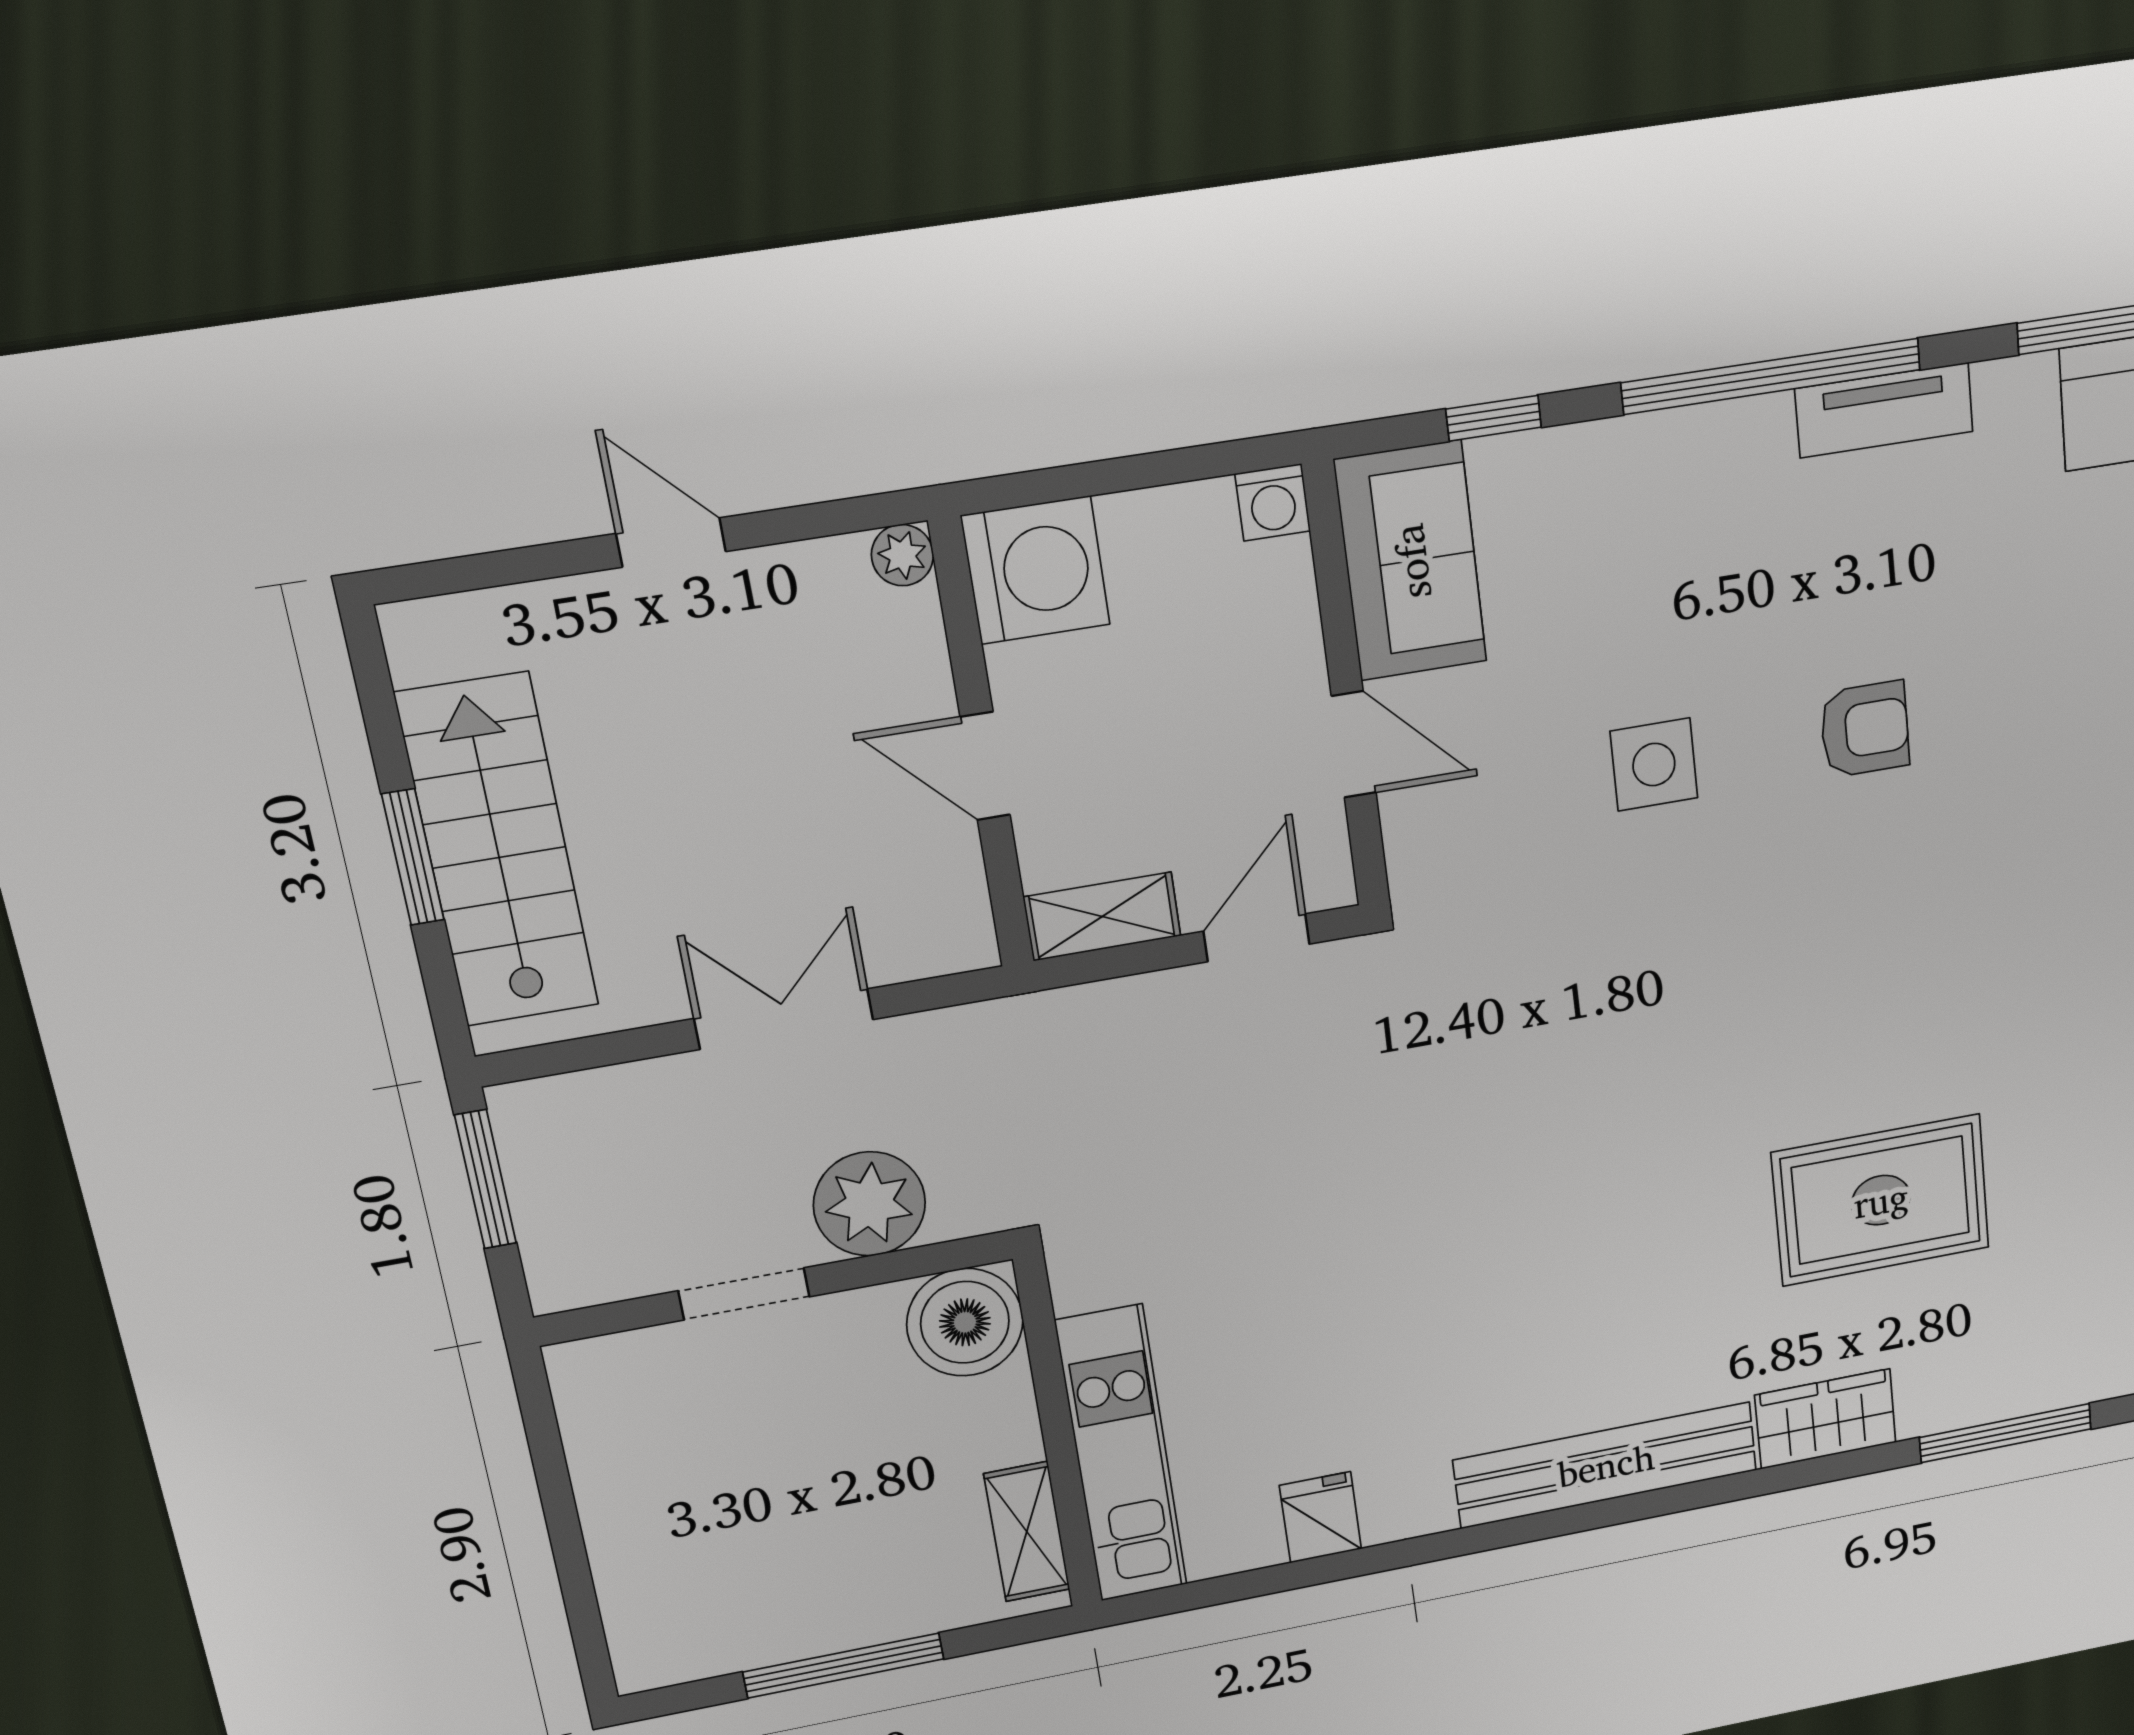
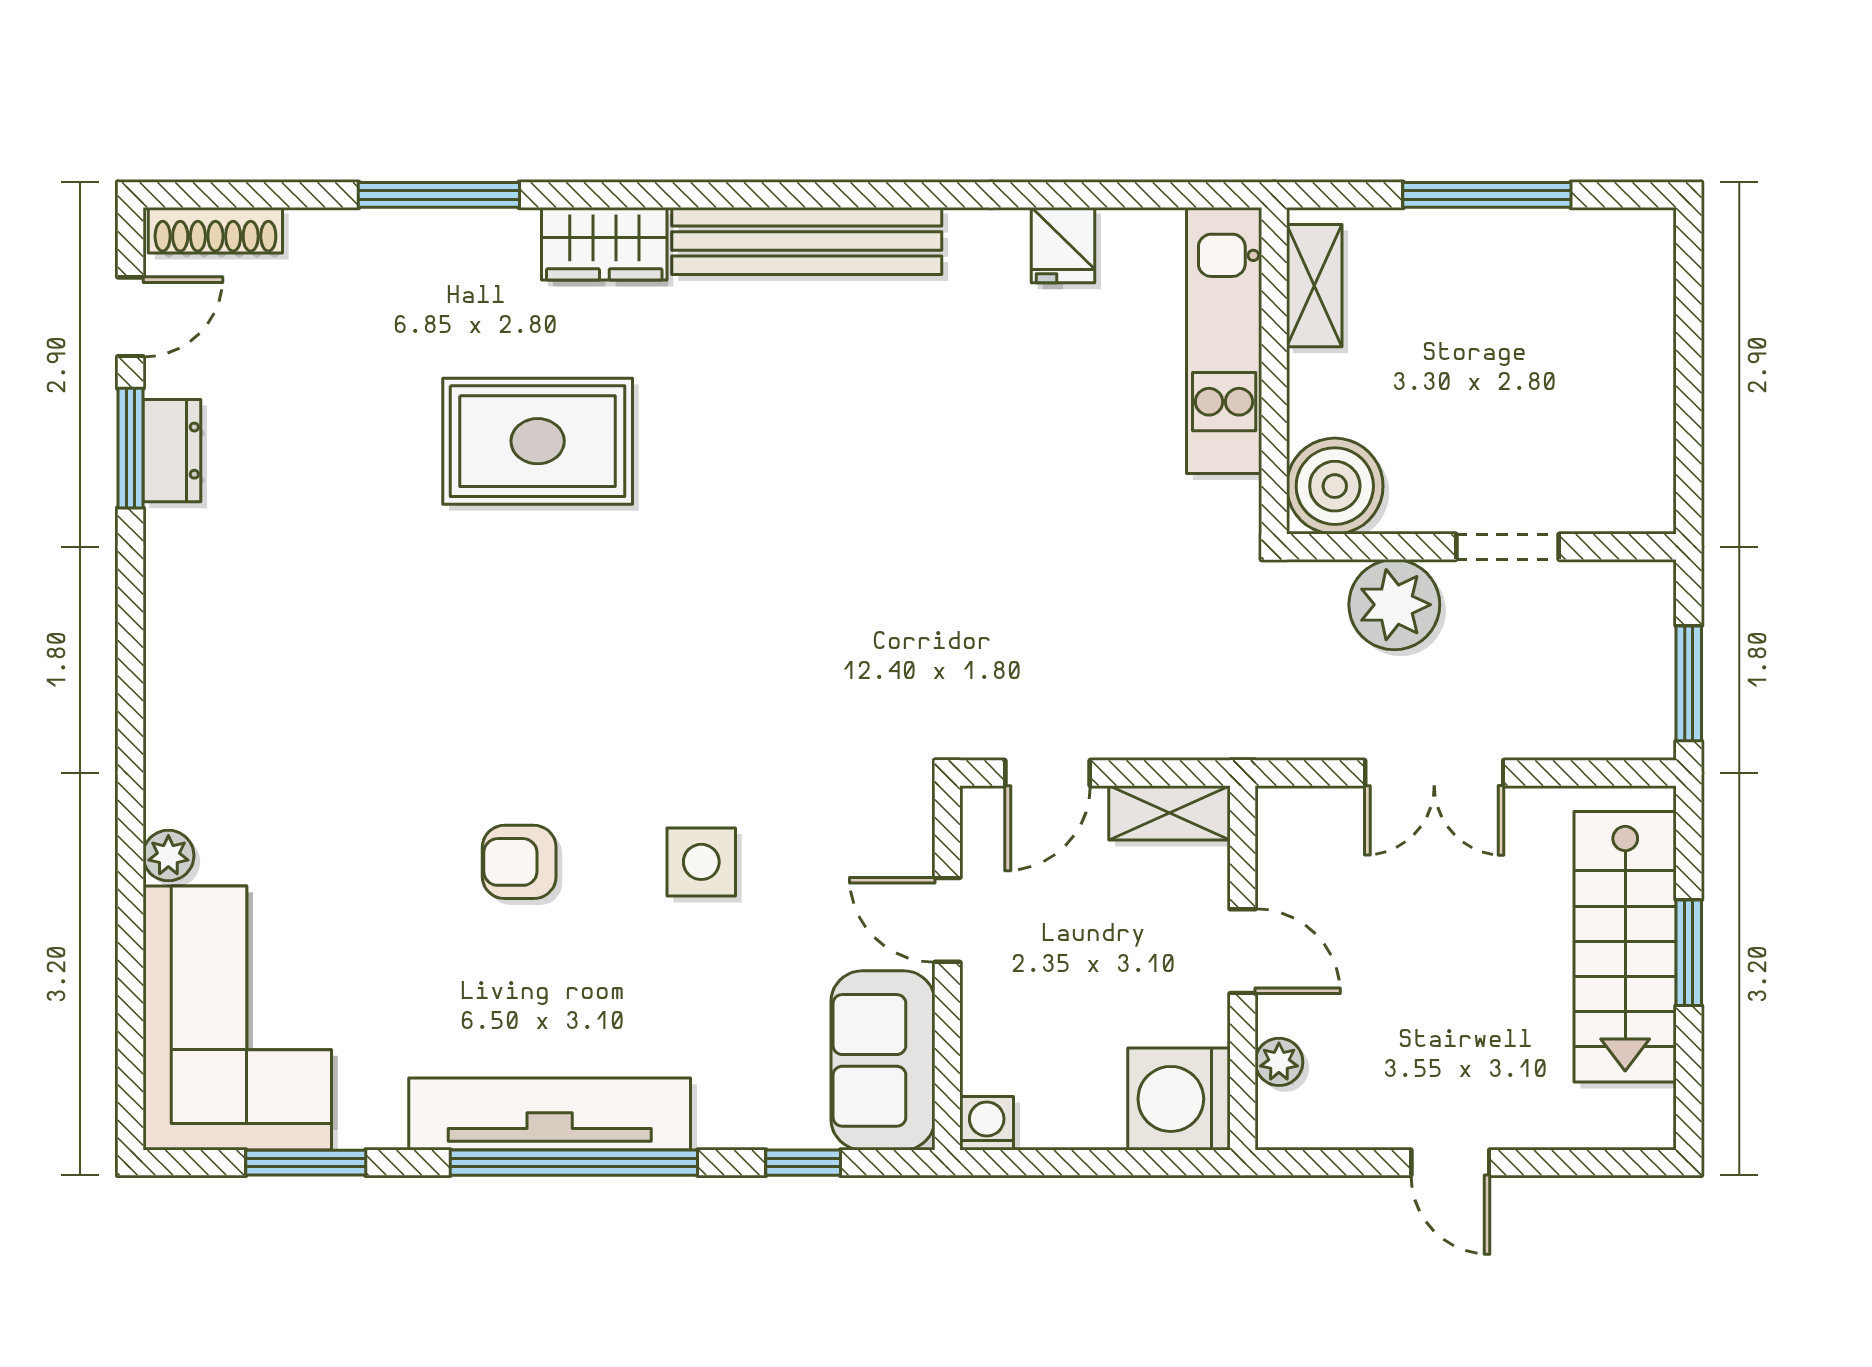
tv unit: (1884, 410) -> (550, 1114), width x1.92, depth x1.29
plant: (902, 555) -> (1279, 1062), moved

